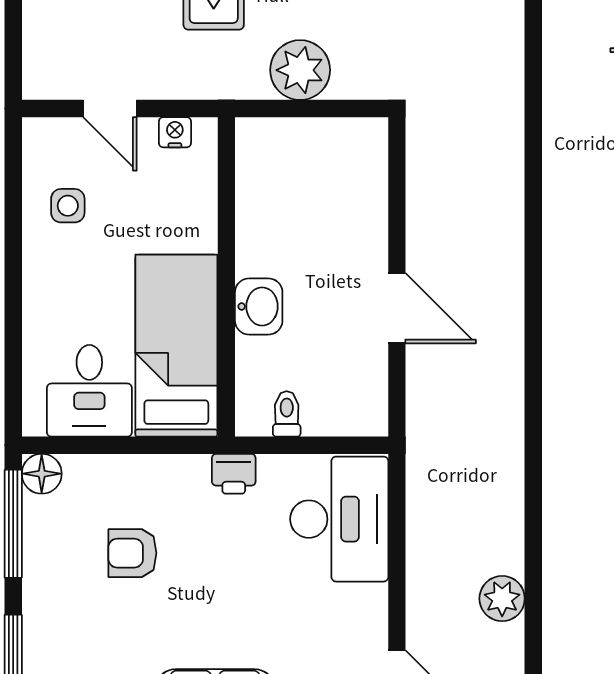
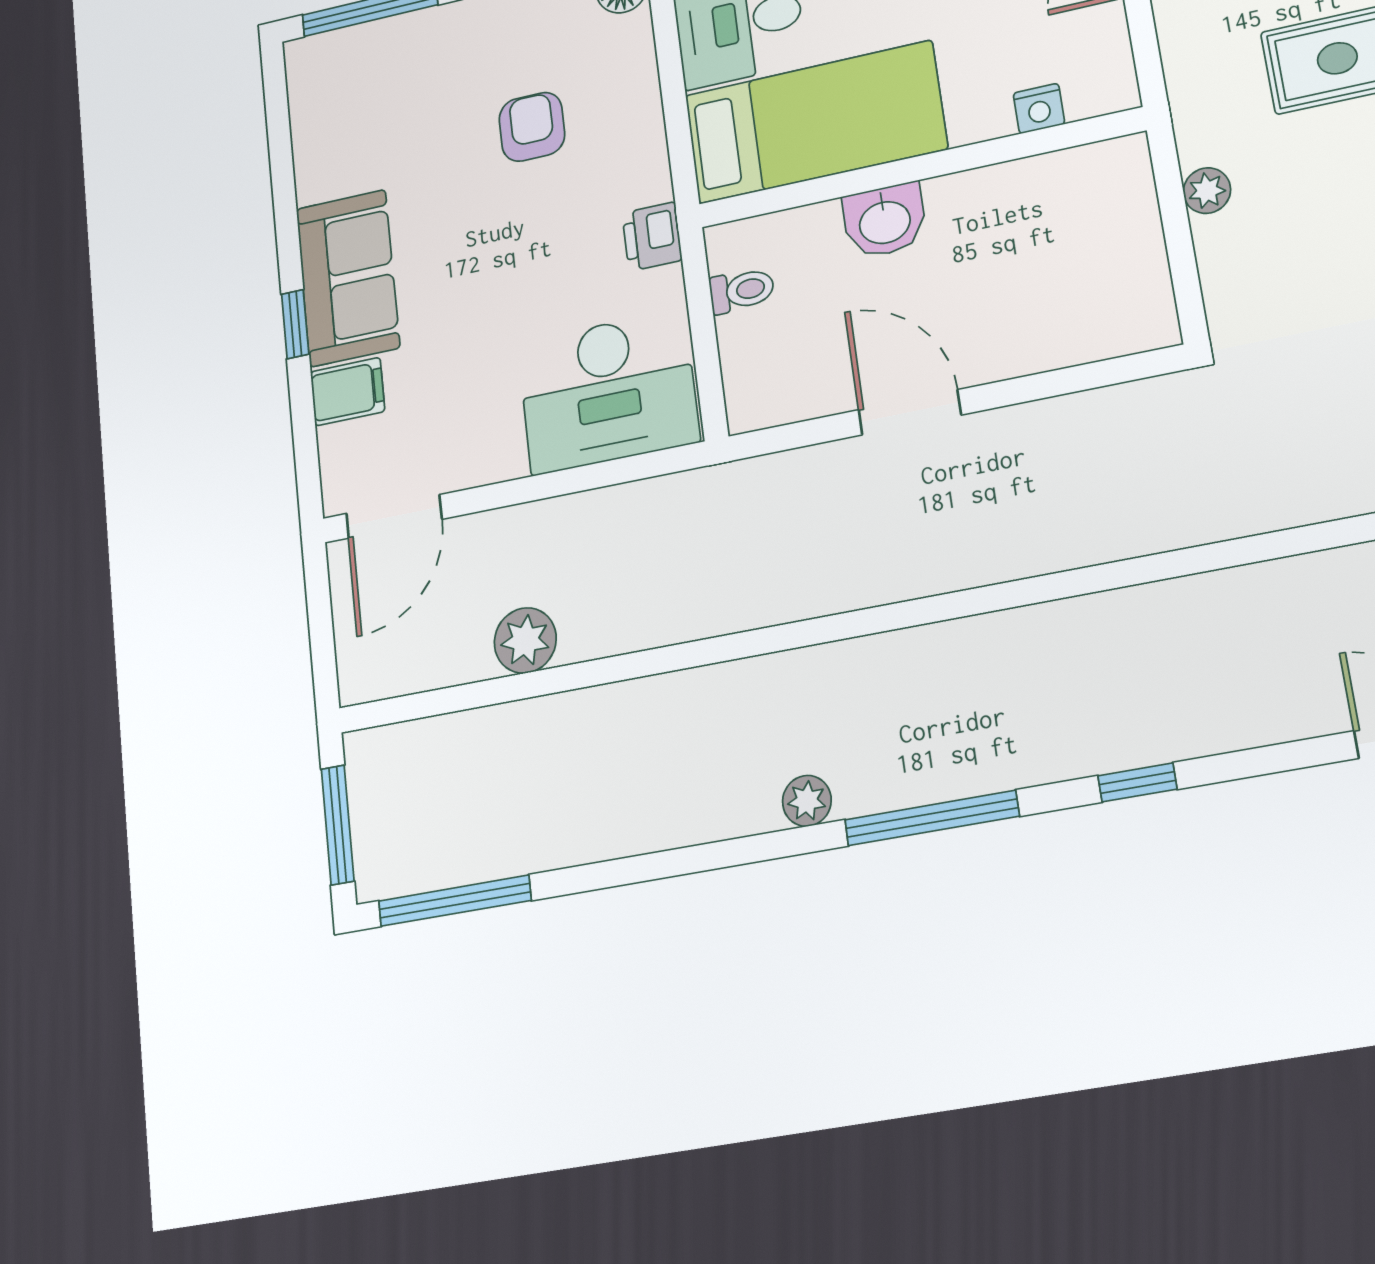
plant: (300, 70) -> (1207, 191), width x0.53, depth x0.53
nightstand: (175, 132) -> (1039, 109), moved, turned 90
door: (397, 308) -> (910, 412), swing flipped

